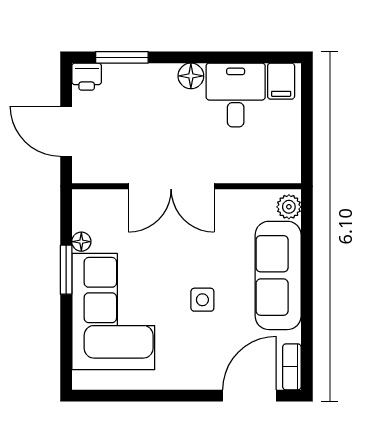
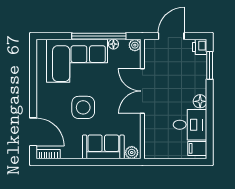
plant: (83, 201) -> (135, 45), added
window: (66, 270) -> (99, 36), width x2.11
sofa: (278, 275) -> (103, 147), width x0.73
side table: (202, 300) -> (83, 107), width x1.87, depth x1.87

